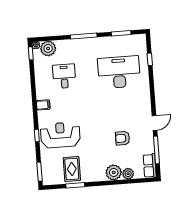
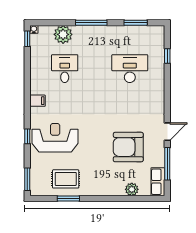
plant: (48, 48) -> (63, 34), moved
desk: (119, 72) -> (130, 69), width x0.73, depth x0.77
armchair: (123, 138) -> (128, 147), width x1.88, depth x1.88
rug: (72, 169) -> (66, 179), turned 90
plant: (114, 172) -> (115, 187), removed

